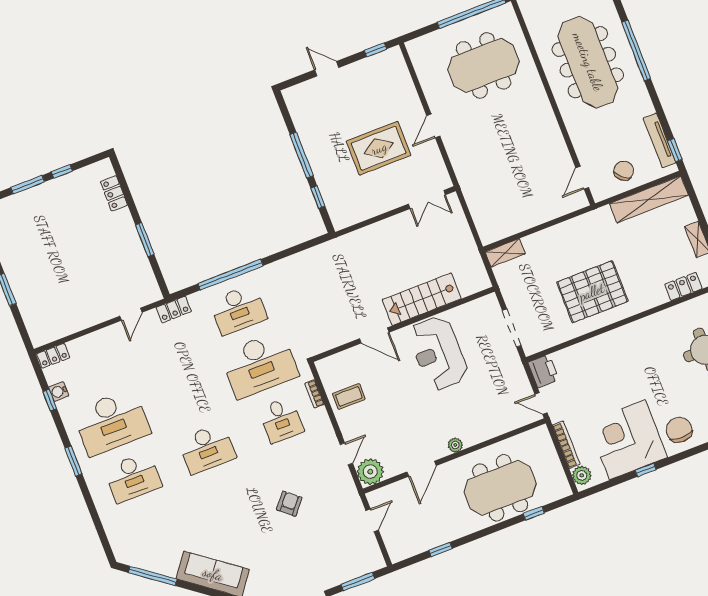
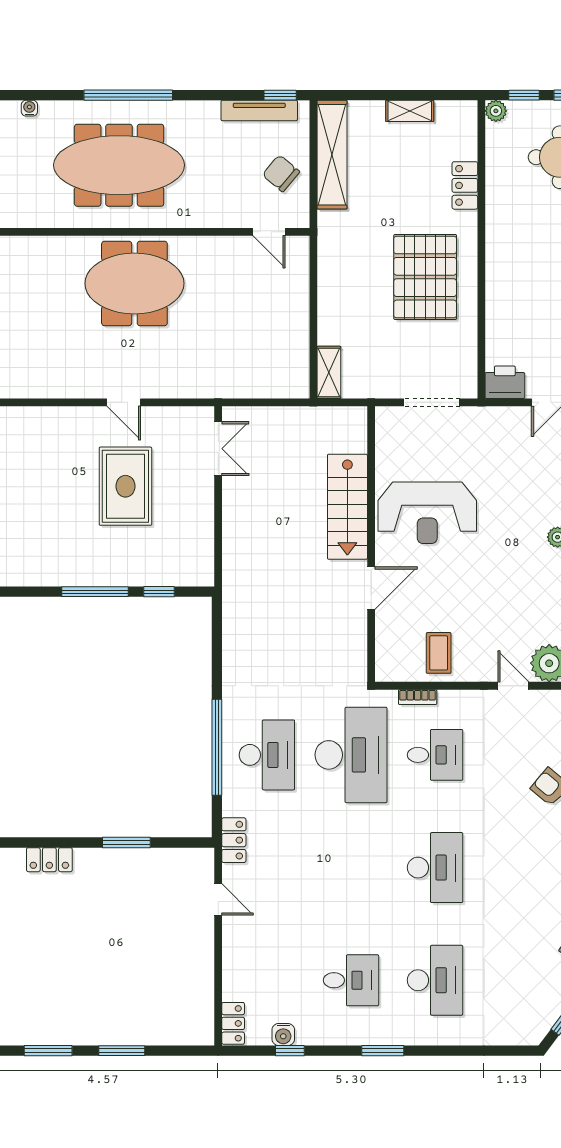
meeting table: (484, 65) -> (134, 283), moved, turned 90
locker: (683, 286) -> (465, 185), moved
desk: (112, 422) -> (351, 980), width x0.53, depth x0.77

